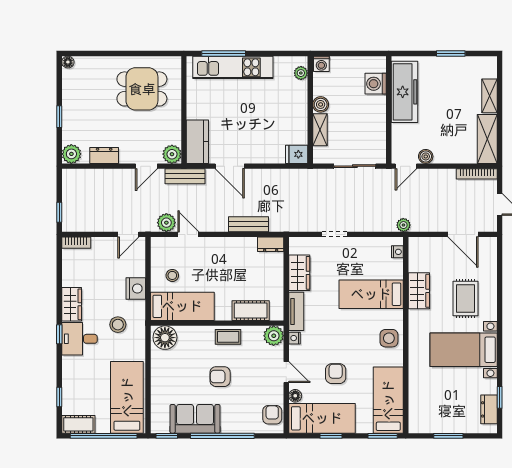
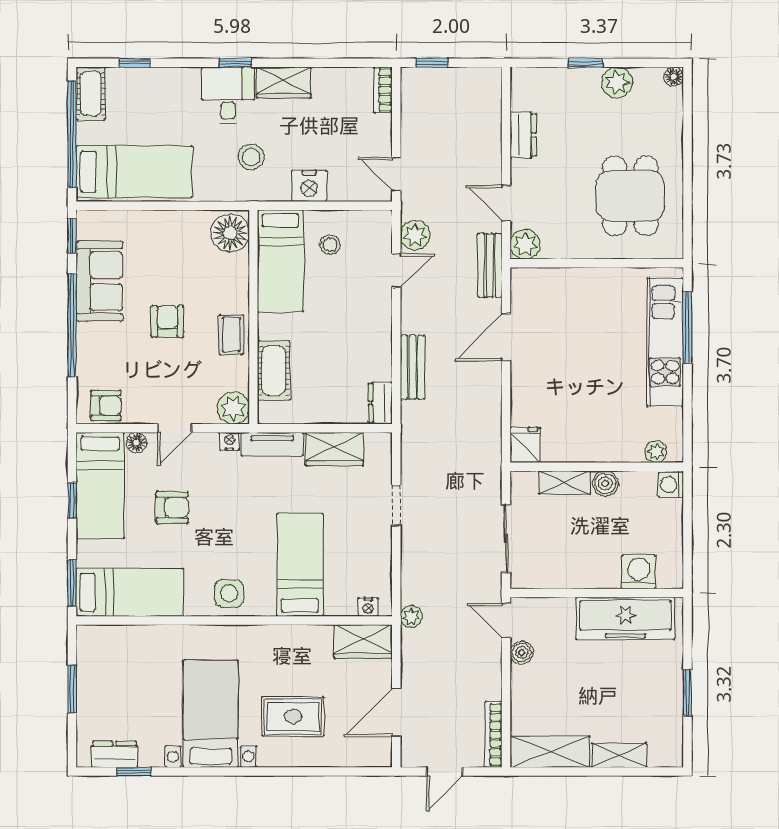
kitchen counter: (197, 142) -> (545, 285), removed
plant: (71, 154) -> (617, 82), moved
wardrobe: (419, 291) -> (363, 641), moved

